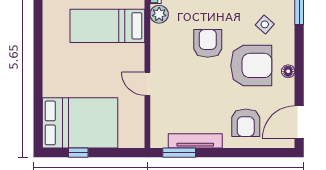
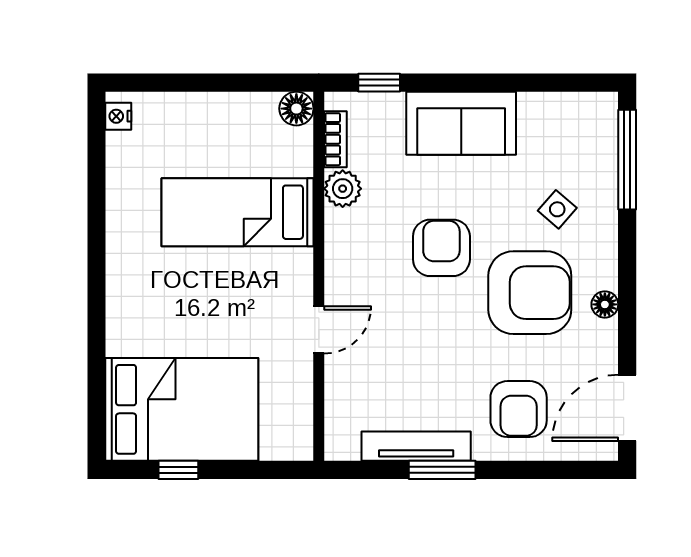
door: (147, 84) -> (319, 330), swing flipped
window: (179, 153) -> (442, 470), moved

